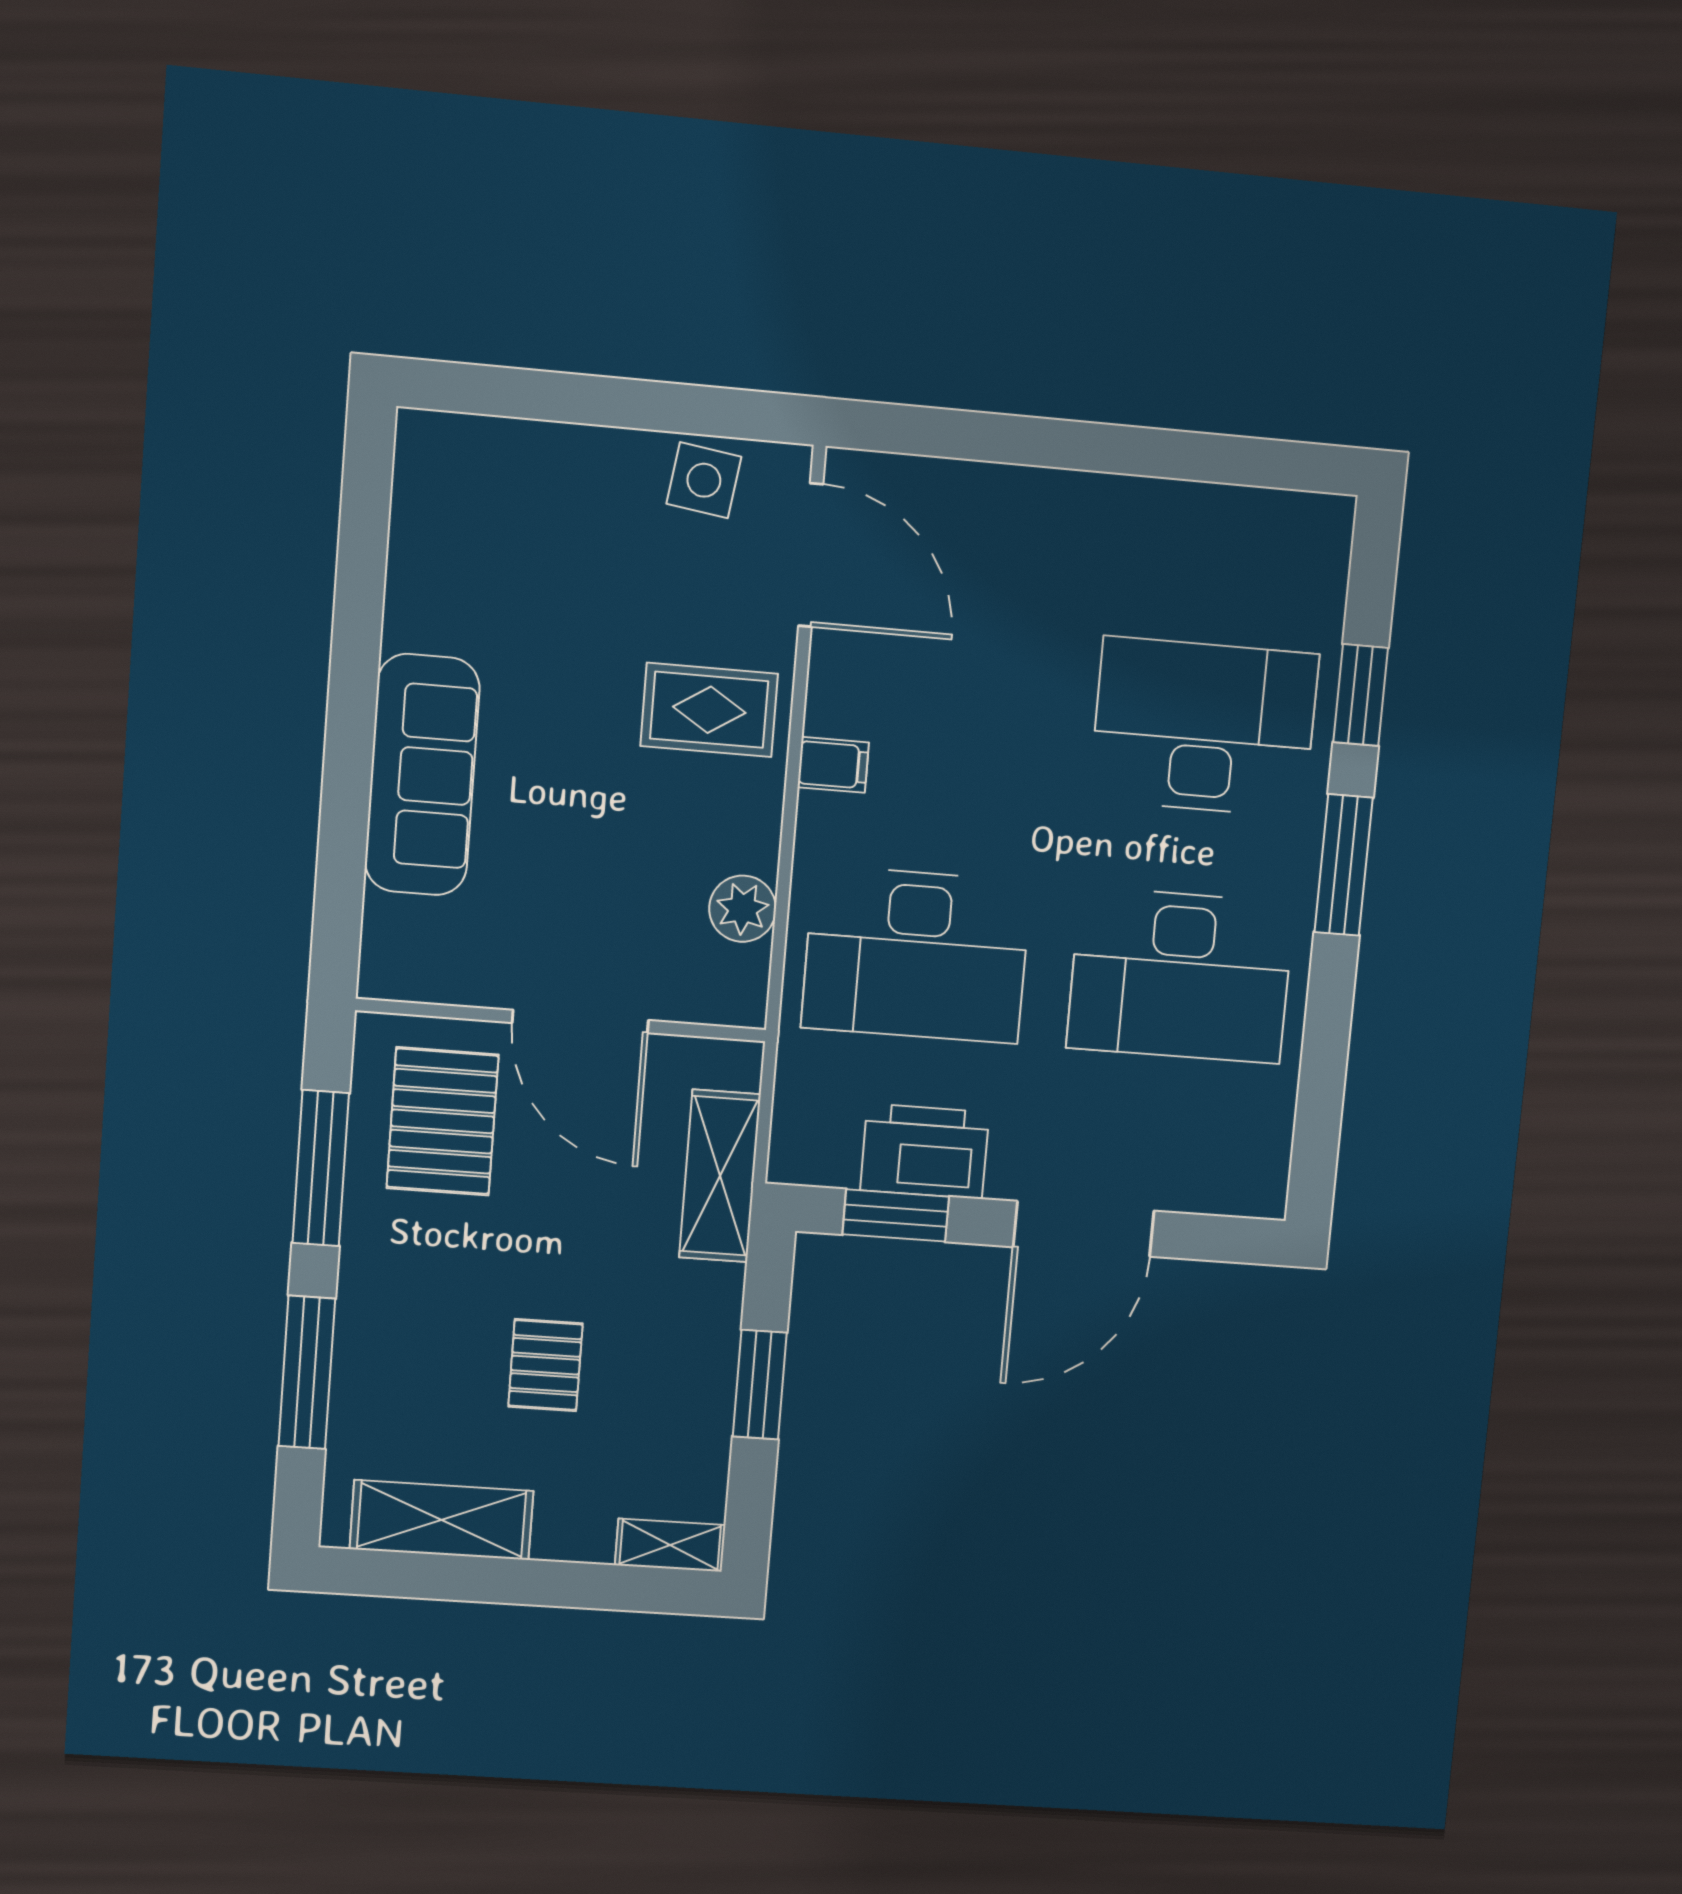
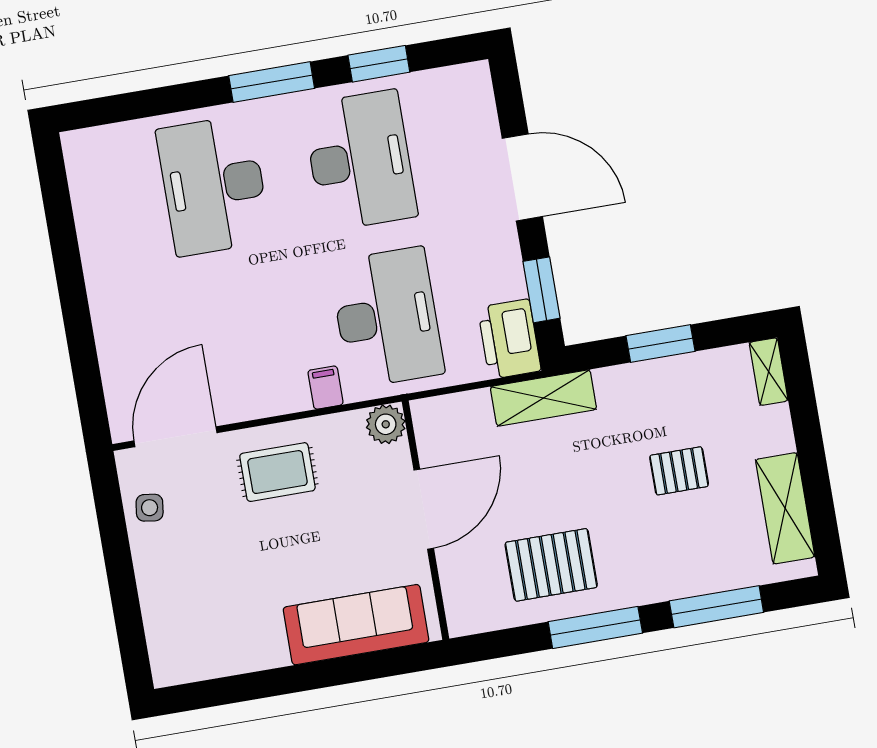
side table: (704, 480) -> (150, 508), width x0.73, depth x0.73
window: (1361, 695) -> (379, 64), moved
rug: (709, 710) -> (277, 472), turned 90
filing cabinet: (833, 765) -> (326, 388), moved
wall: (562, 1020) -> (425, 520), moved
door: (580, 1022) -> (424, 509), moved
printer: (925, 1151) -> (509, 339), moved

